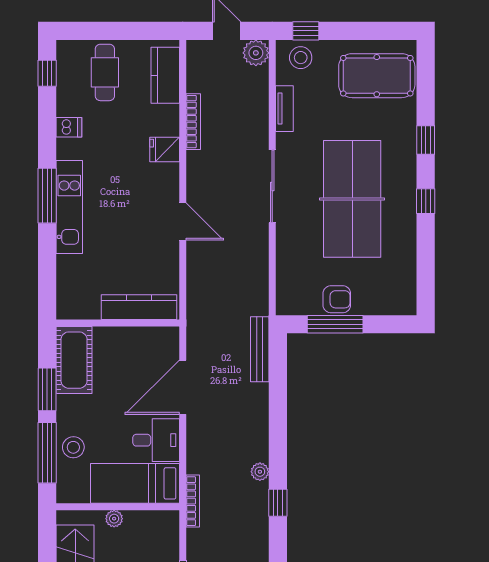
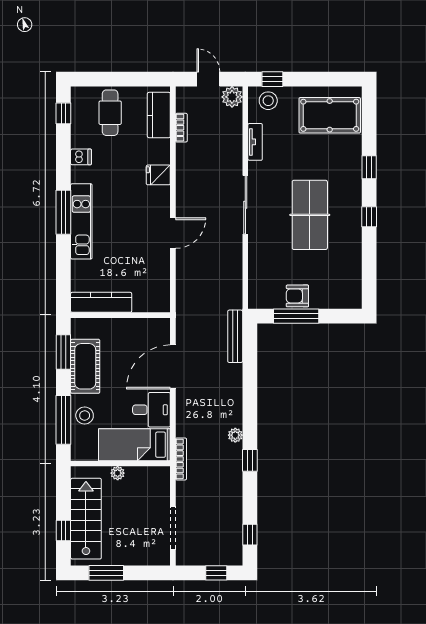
bookcase: (193, 122) -> (181, 128), moved, width x0.64
table tennis table: (352, 199) -> (310, 215), width x0.73, depth x0.76
door: (183, 222) -> (173, 233), hinge flipped
armchair: (337, 299) -> (297, 296), turned 180
kitchen counter: (139, 307) -> (101, 302), moved
cot: (74, 360) -> (85, 366), moved
window: (47, 389) -> (63, 352), moved

